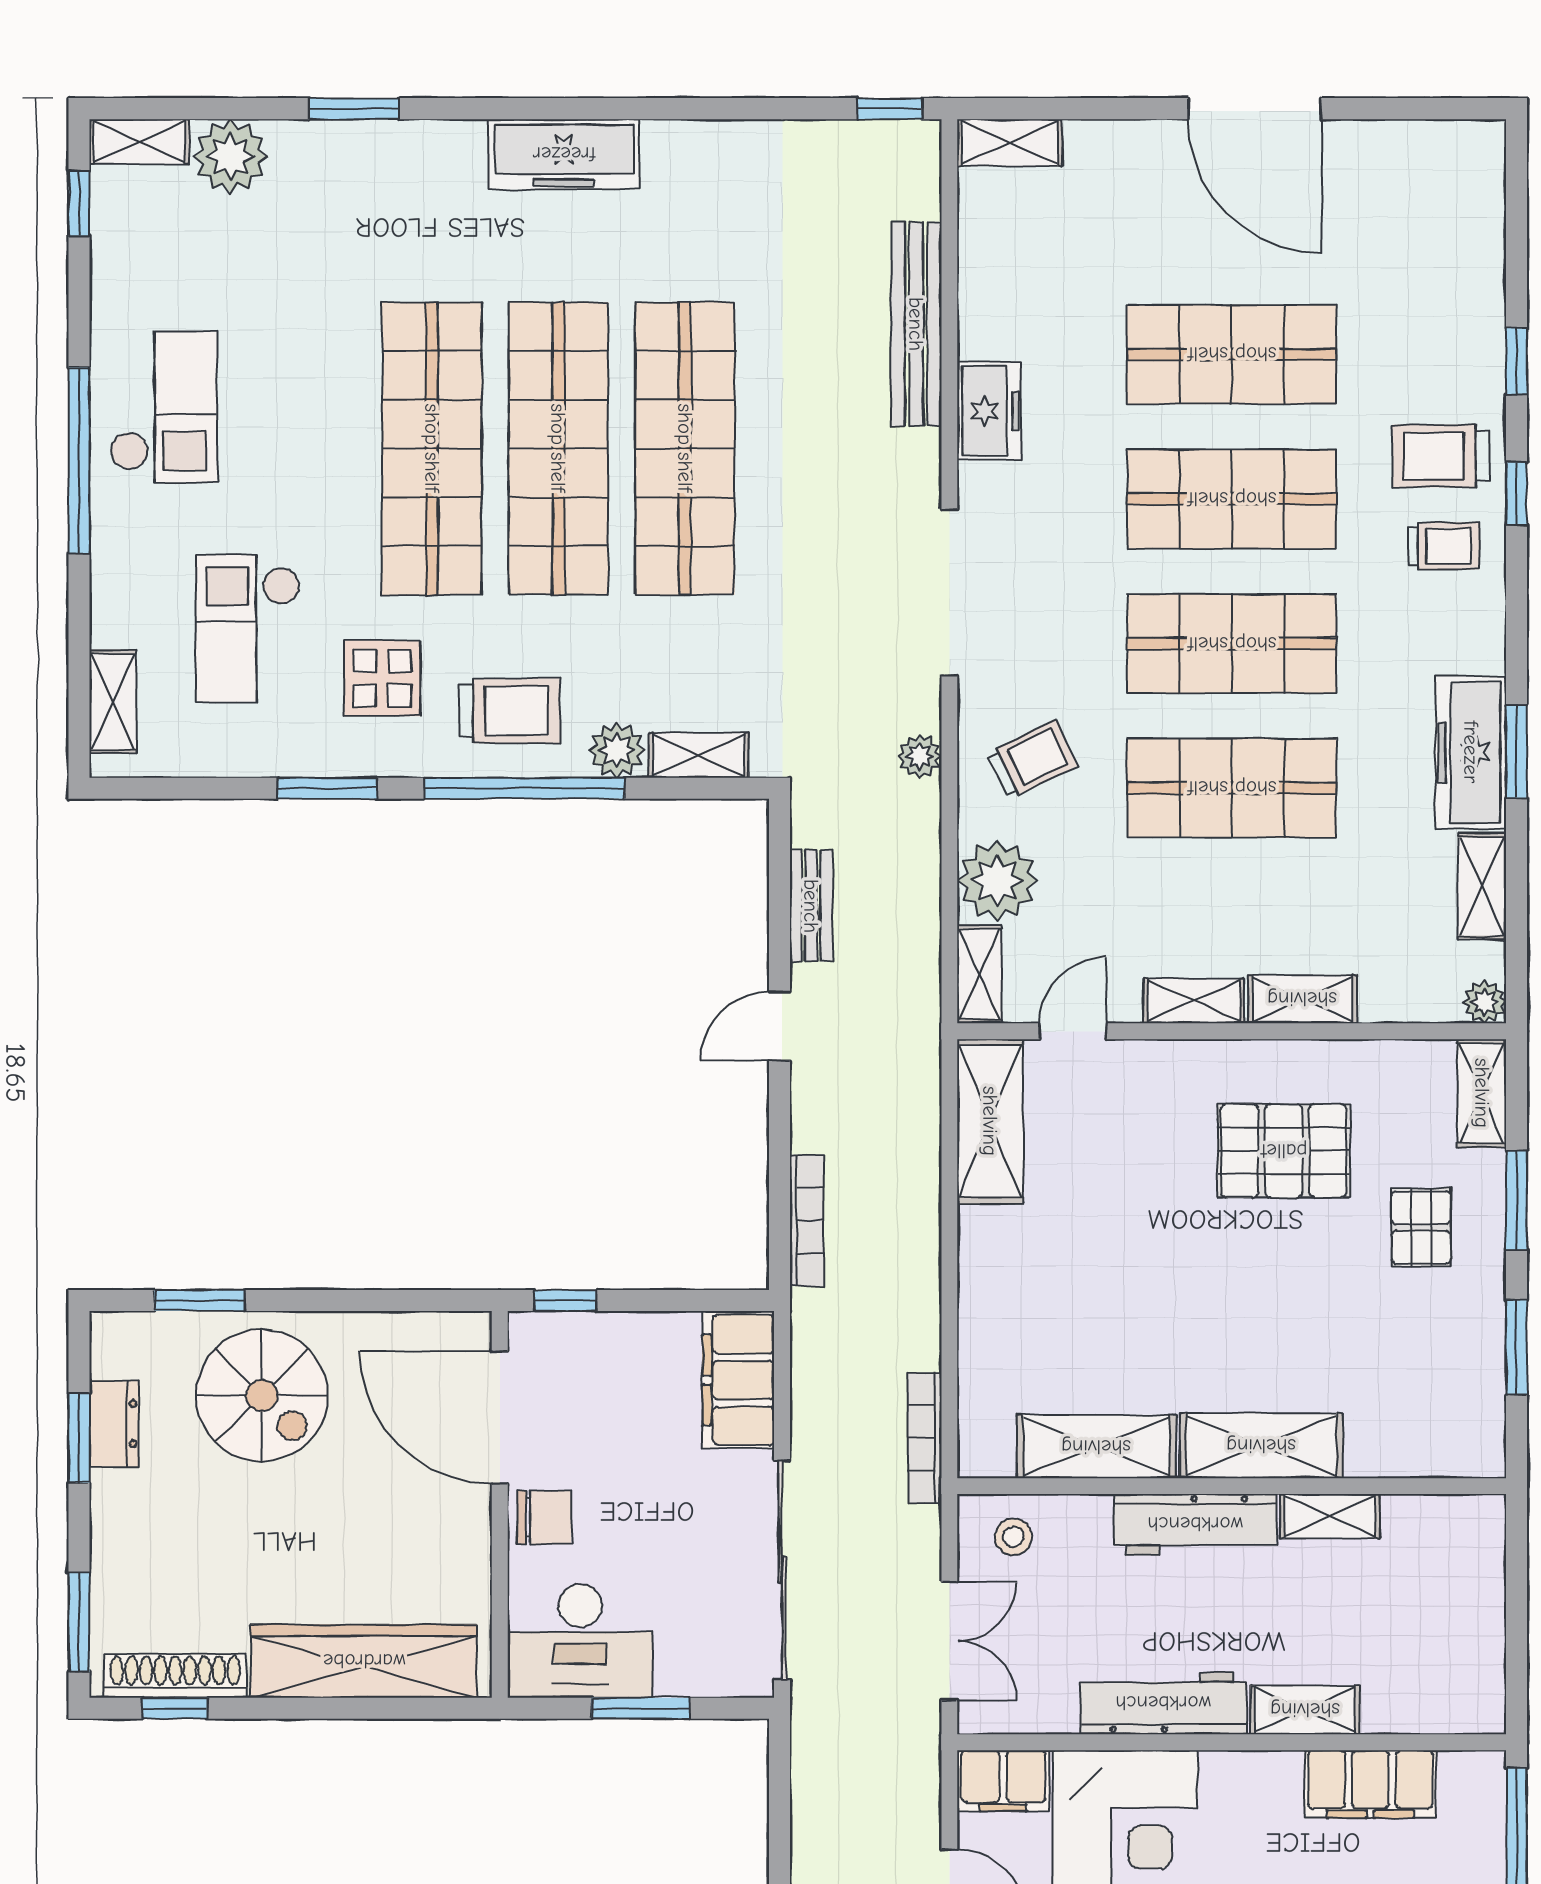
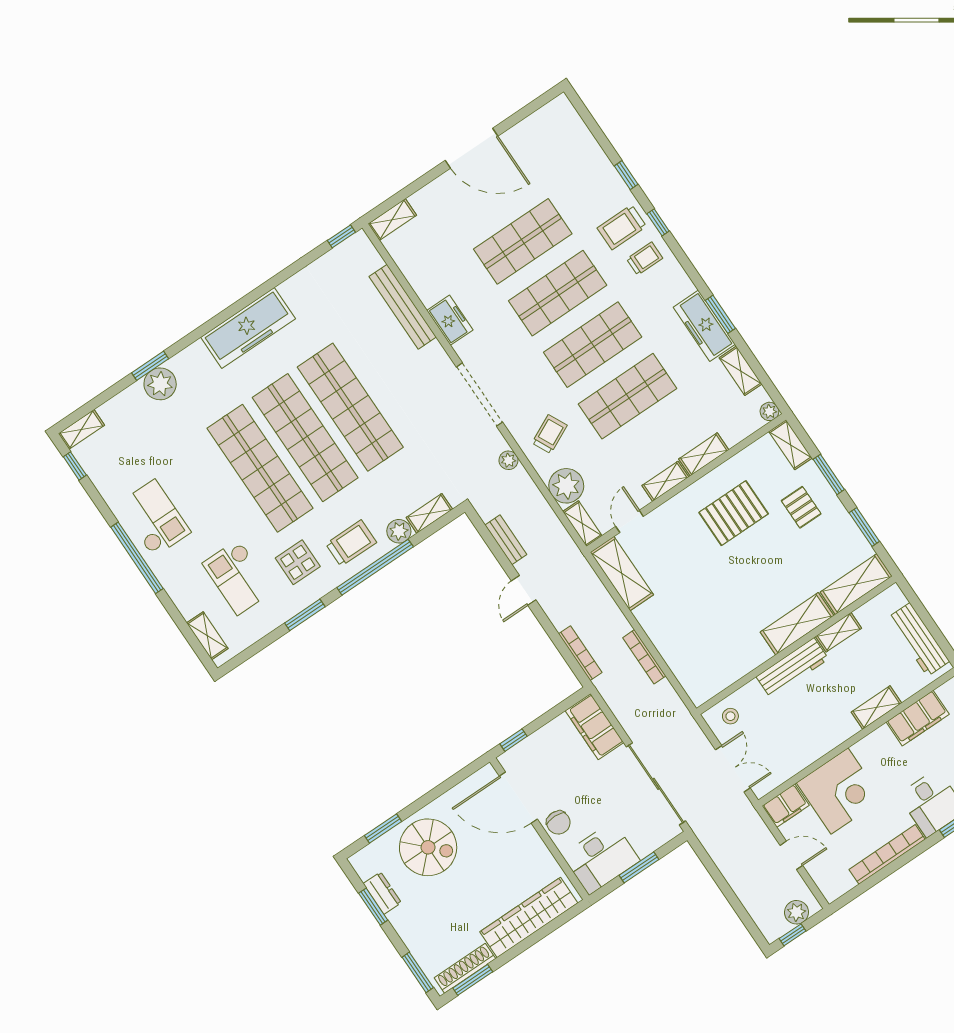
freezer: (564, 154) -> (248, 328), width x1.36, depth x1.26
plant: (231, 156) -> (160, 384), moved
bookcase: (925, 1438) -> (644, 657), moved
shelving: (1096, 1447) -> (856, 584), moved
chair: (544, 1517) -> (558, 823), turned 91
workbench: (1163, 1703) -> (919, 639), moved, turned -90
window: (175, 1708) -> (473, 980), width x1.50

